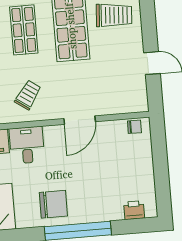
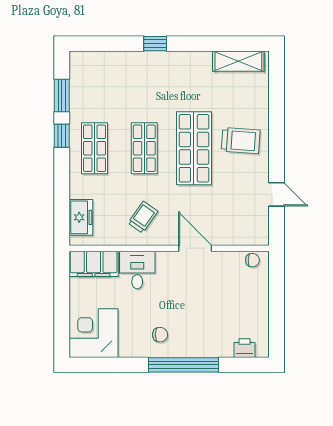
door: (80, 120) -> (195, 248), swing flipped
chair: (53, 204) -> (160, 335), width x0.54, depth x0.54

